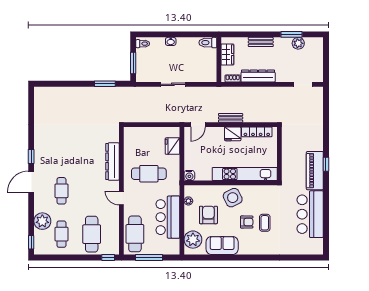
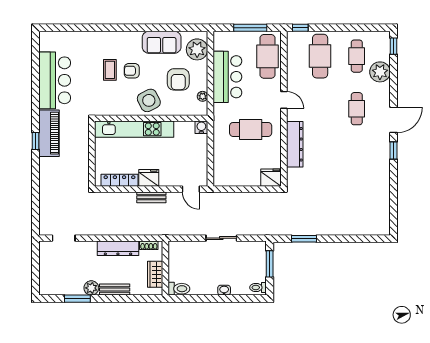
plant: (298, 43) -> (91, 288), moved
door: (198, 125) -> (191, 189), swing flipped
fridge: (172, 146) -> (271, 178), moved, turned -90

